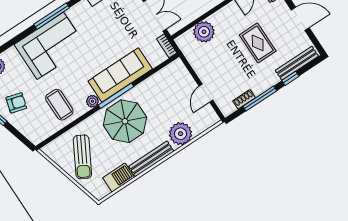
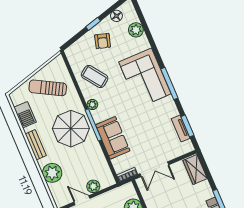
sofa: (120, 75) -> (113, 138), width x0.73
plant: (188, 83) -> (93, 186), added
coffee table: (59, 105) -> (95, 77), turned 54
bench: (151, 159) -> (36, 145), width x0.73

